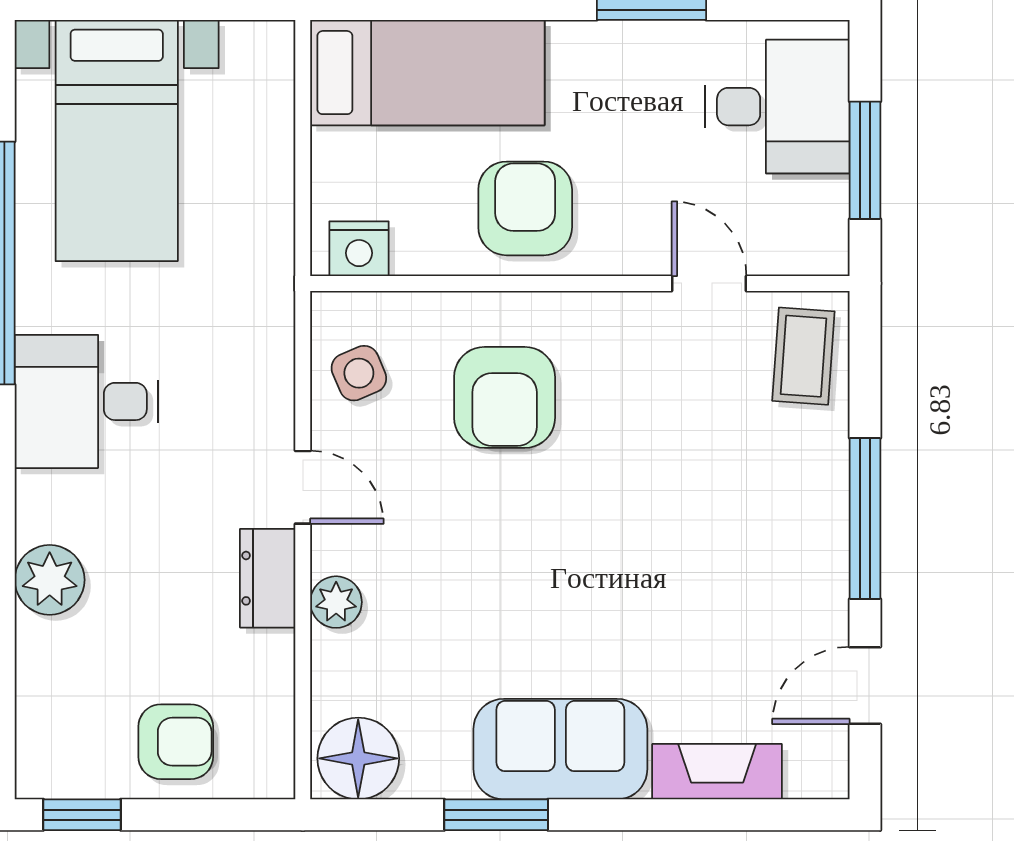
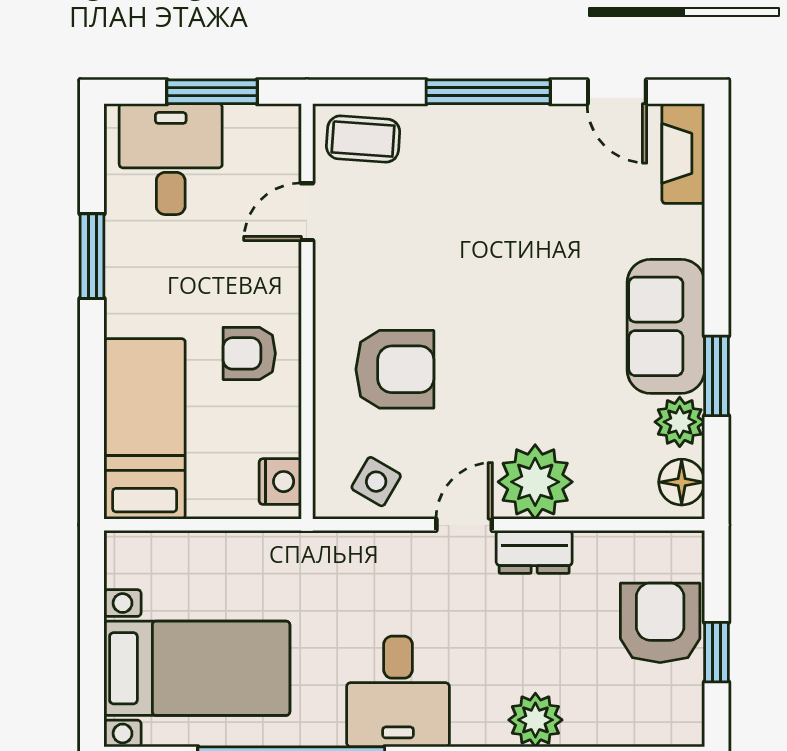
armchair: (525, 208) -> (249, 353), width x0.72, depth x0.72
side table: (359, 373) -> (376, 482), turned -37
plant: (336, 602) -> (535, 482), width x1.88, depth x1.88
armchair: (176, 742) -> (660, 623), width x1.38, depth x1.38
floor lamp: (358, 758) -> (682, 482), width x0.73, depth x0.73
plant: (436, 767) -> (680, 422), added
fireplace: (717, 772) -> (683, 153), moved
window: (82, 815) -> (716, 652), moved

